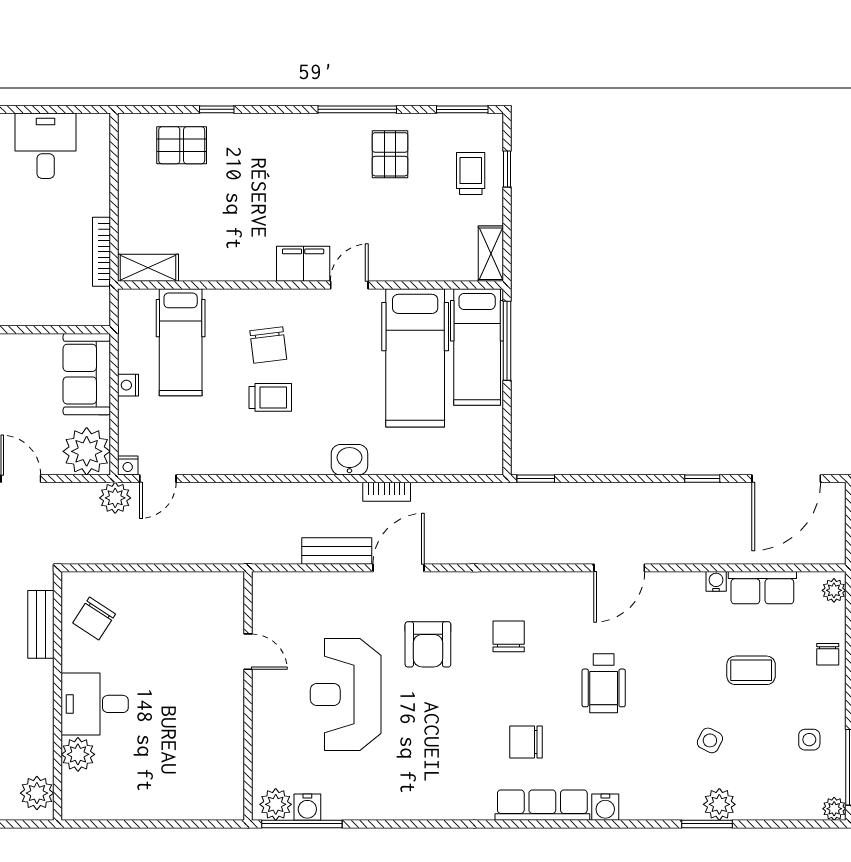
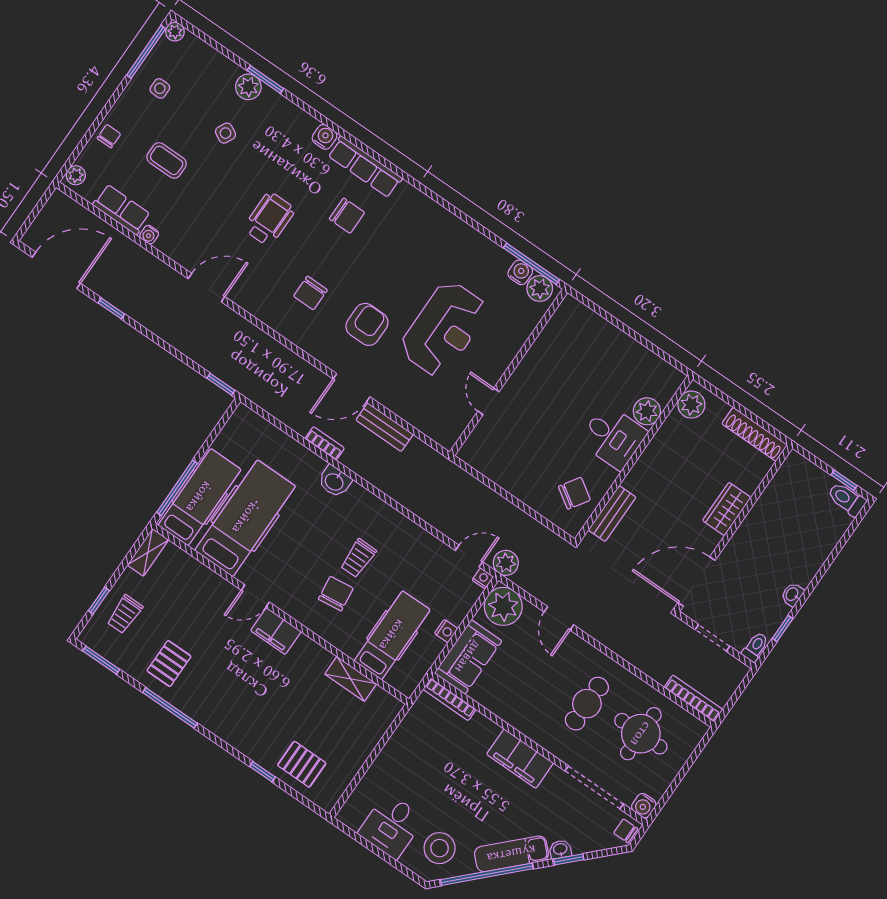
bookcase: (102, 252) -> (449, 699), moved, turned 90
shelving: (148, 268) -> (351, 679), moved
trolley: (270, 397) -> (358, 558), turned -90

